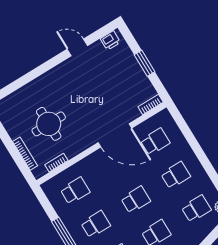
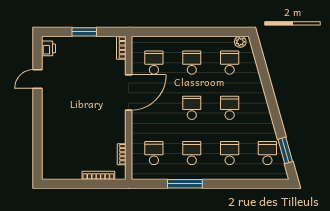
round table: (49, 124) -> (86, 141), removed

